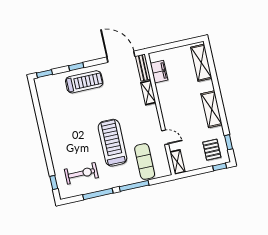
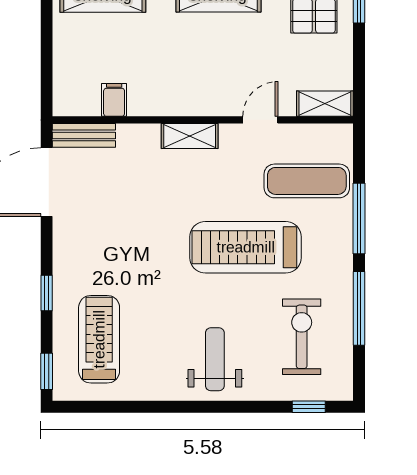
filing cabinet: (159, 72) -> (114, 100), width x0.50
treadmill: (84, 82) -> (99, 339), moved
shelving: (148, 93) -> (190, 136), moved
weight bench: (65, 140) -> (215, 359), added

